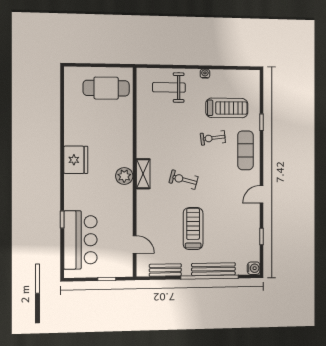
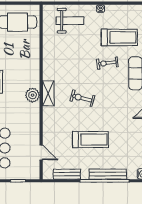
weight bench: (169, 87) -> (70, 21), turned 180
treadmill: (193, 229) -> (90, 140), turned 90

